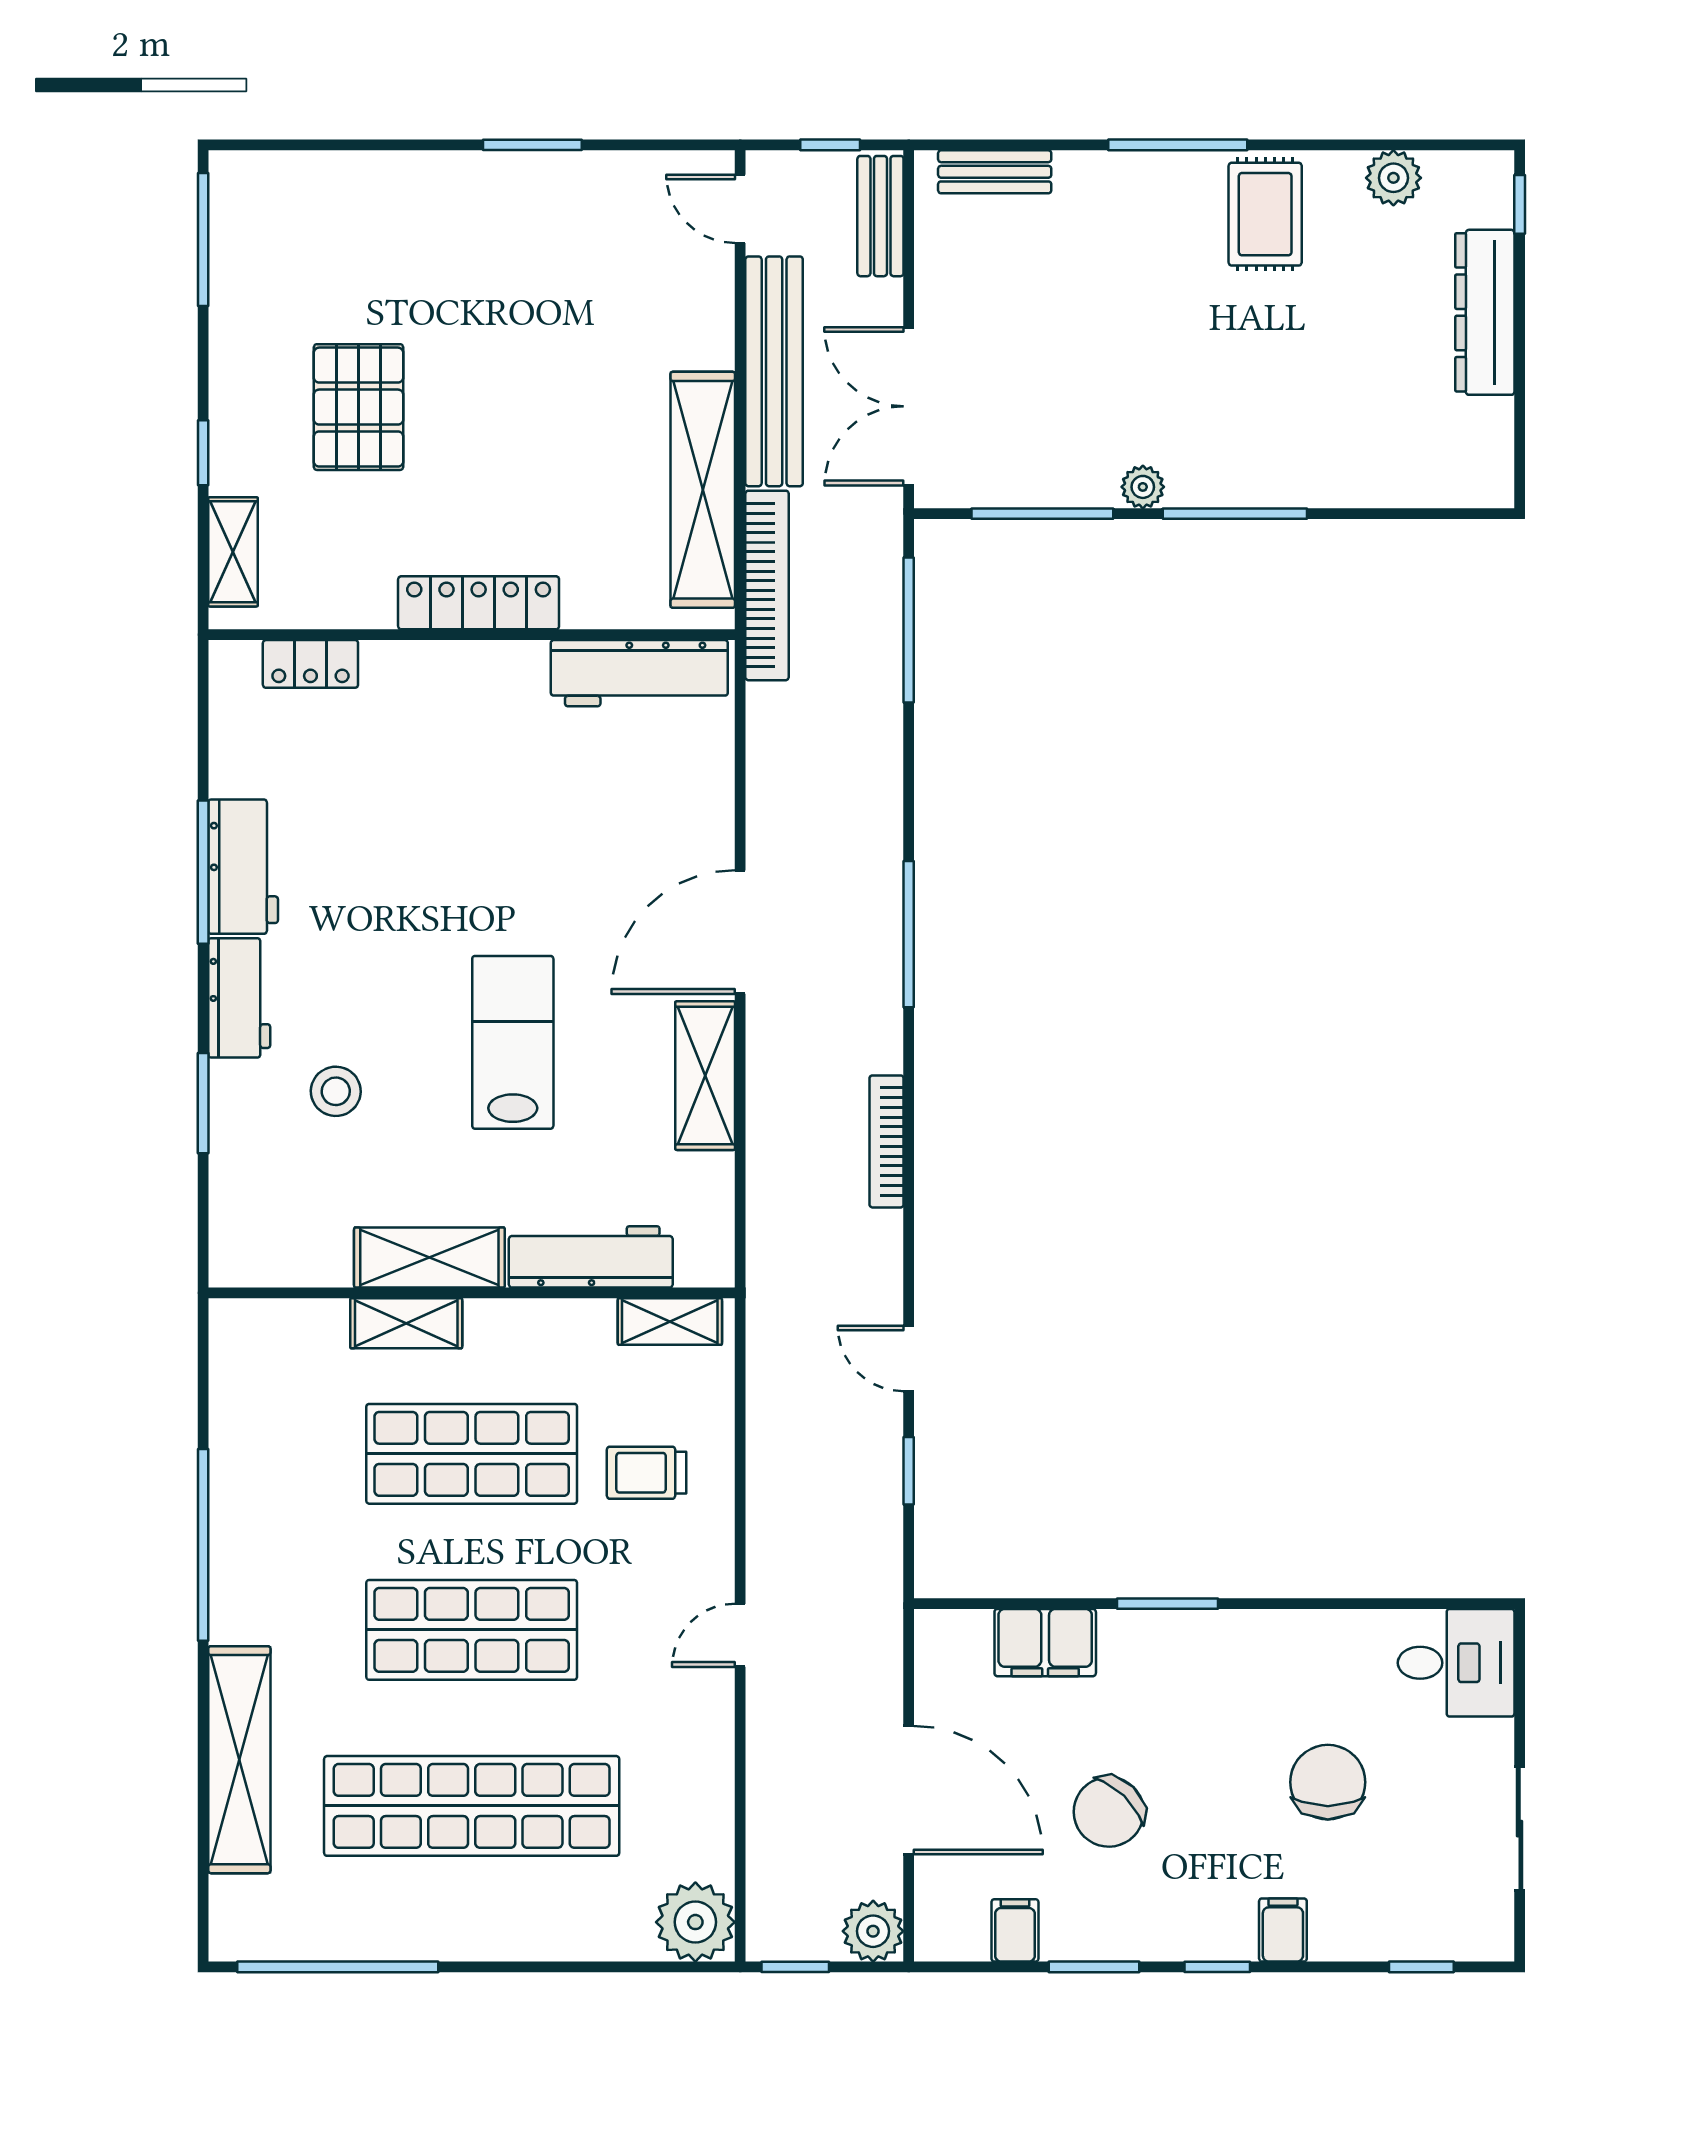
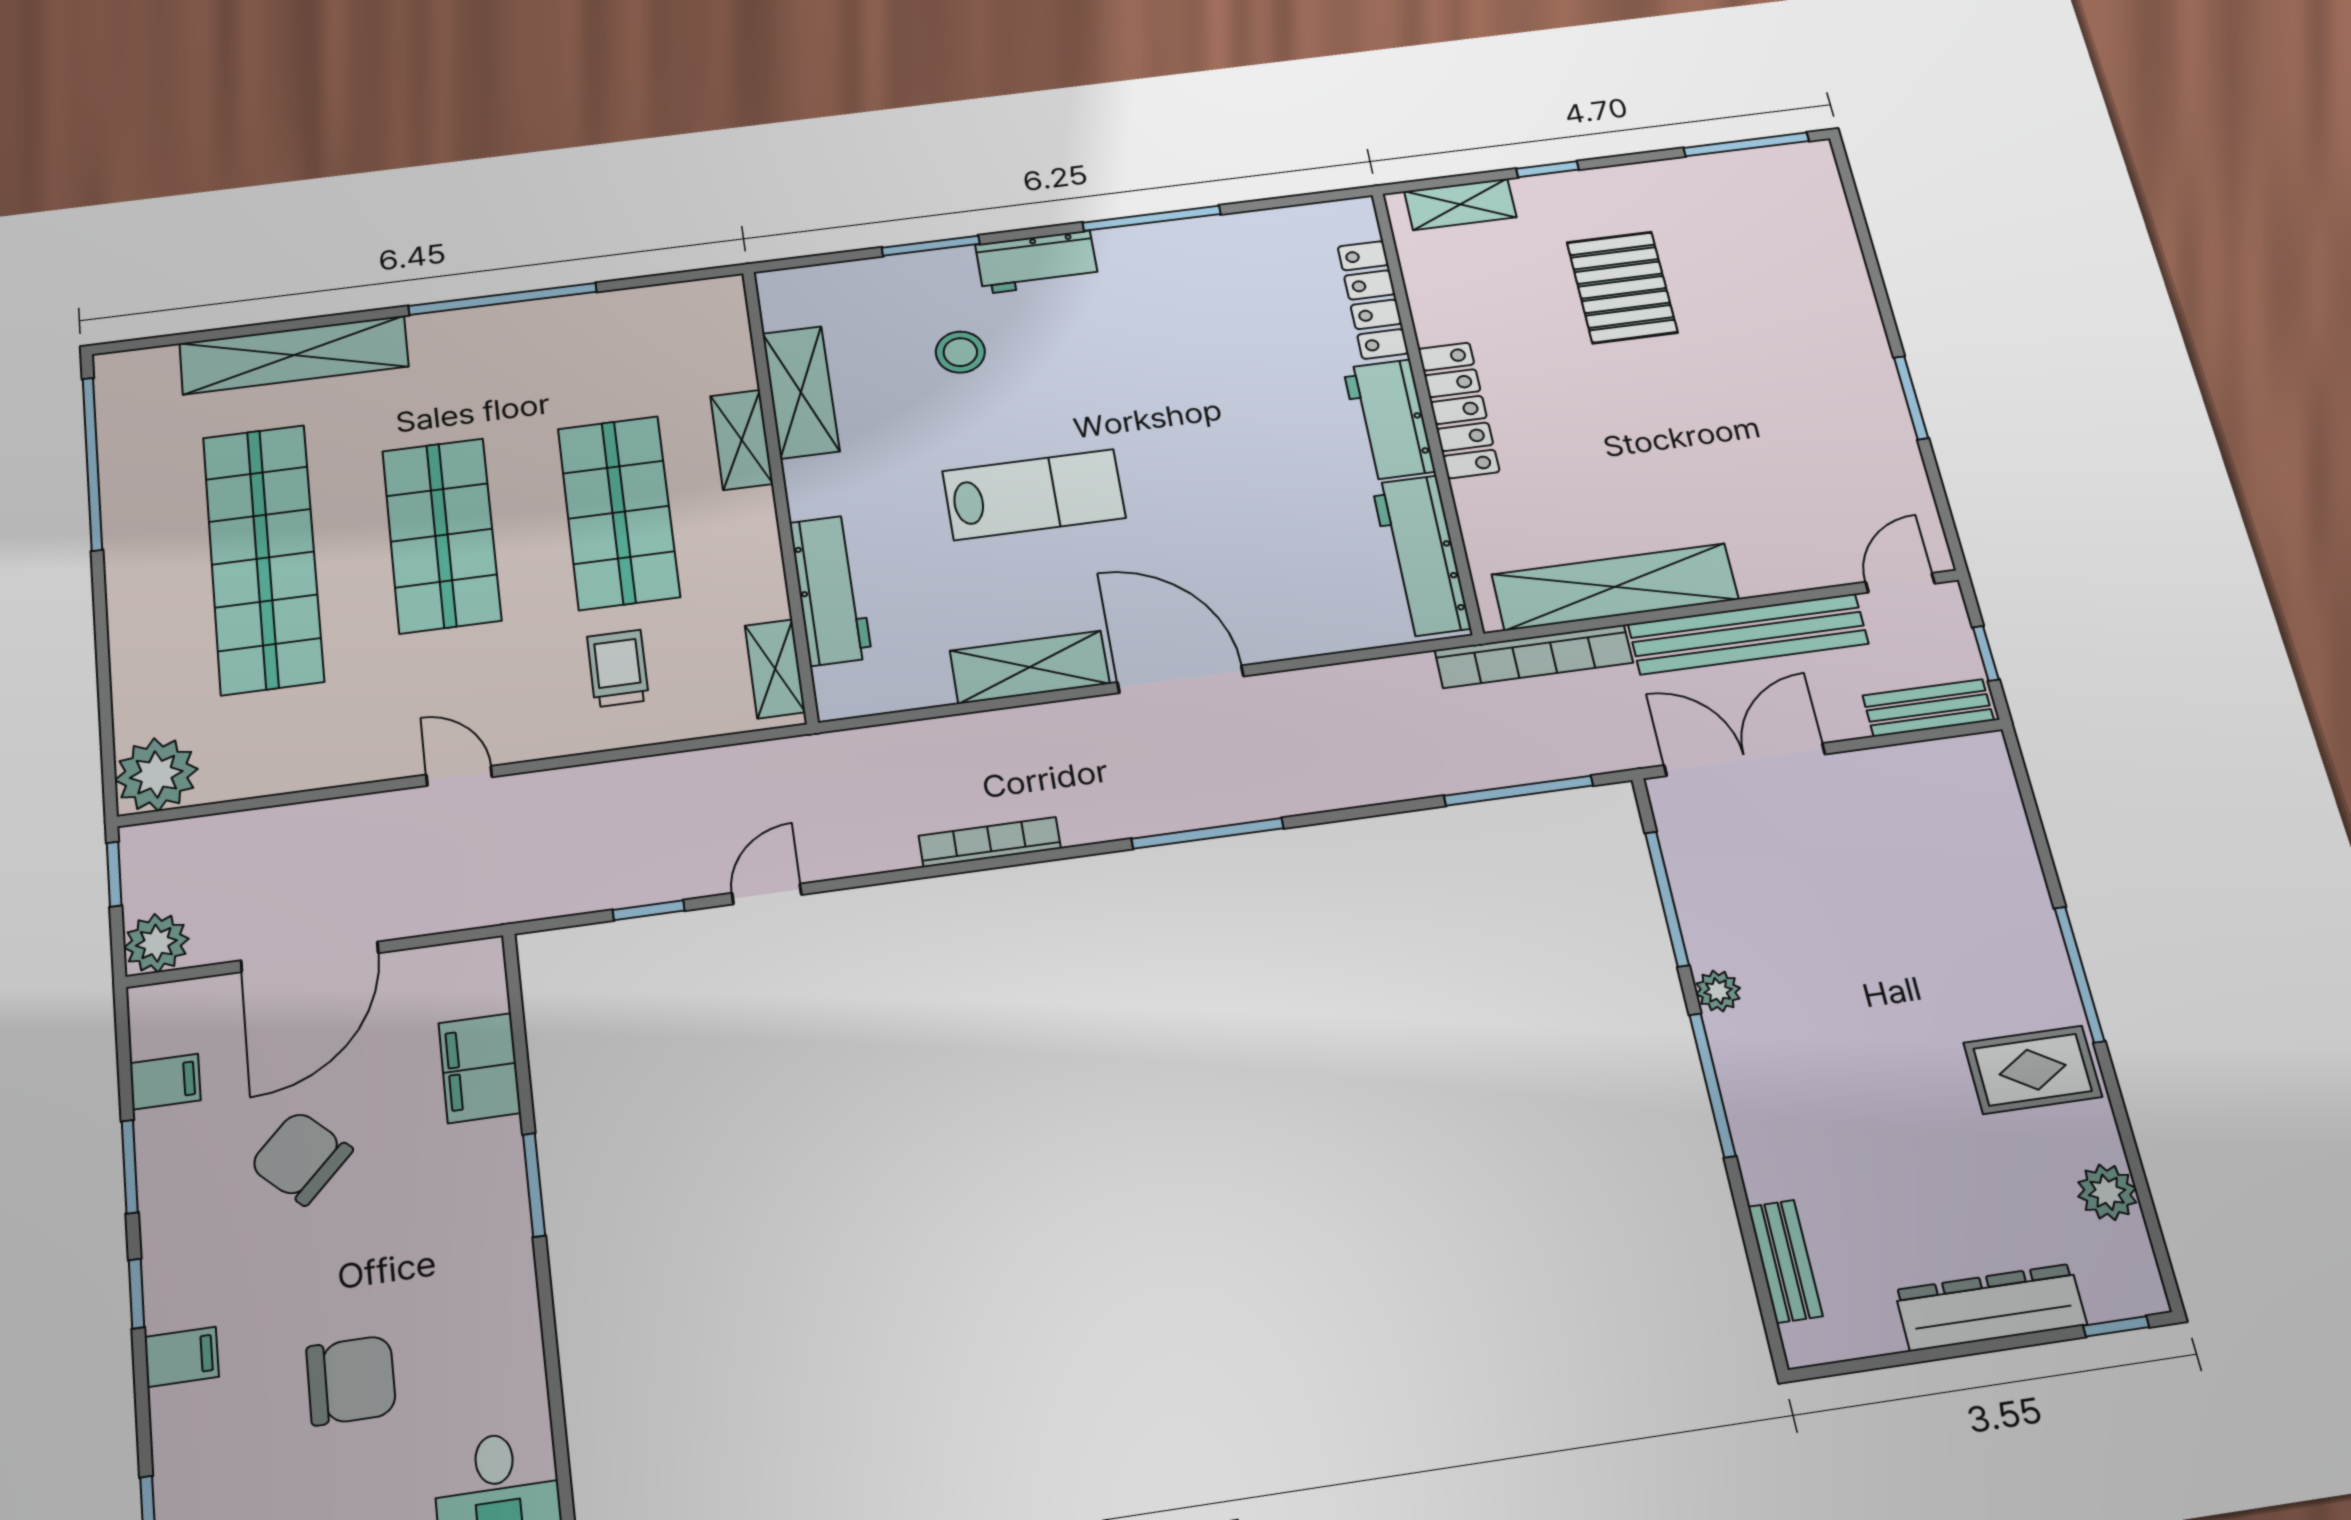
bench: (995, 172) -> (1785, 1261), moved
pallet: (359, 407) -> (1622, 287), turned 90
locker: (310, 664) -> (1373, 300), width x1.53
workbench: (243, 867) -> (1389, 420), moved, turned 90
shelving: (429, 1257) -> (801, 392), moved

